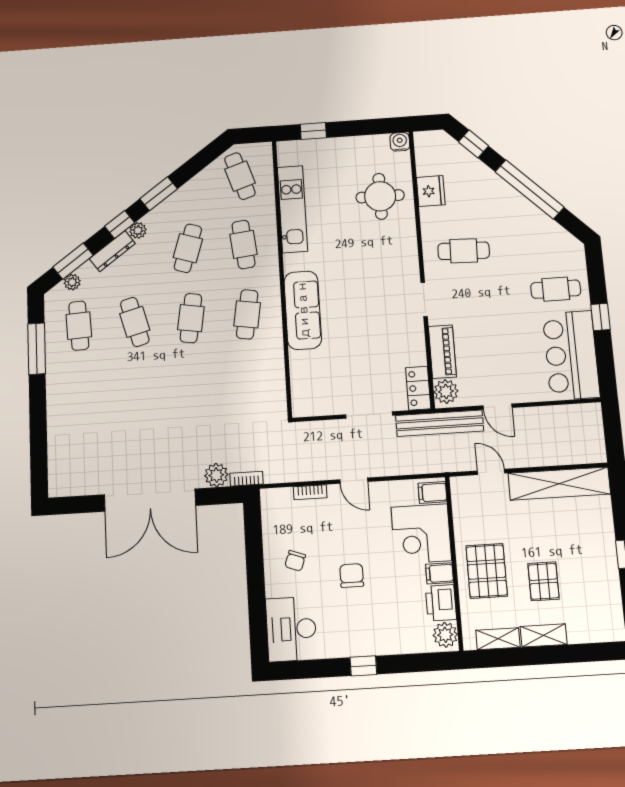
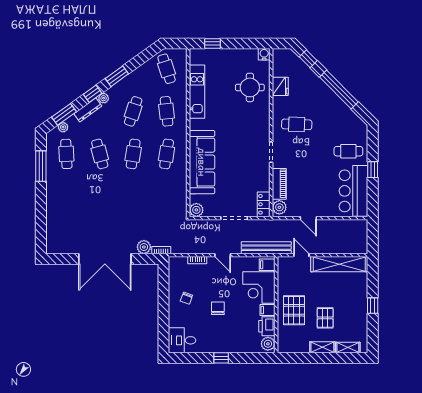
sofa: (303, 310) -> (202, 162), width x1.36, depth x1.27
plant: (303, 405) -> (196, 210), added
bench: (440, 423) -> (266, 248), moved
desk: (291, 629) -> (182, 340), width x0.73
shelving: (498, 639) -> (348, 348), moved

